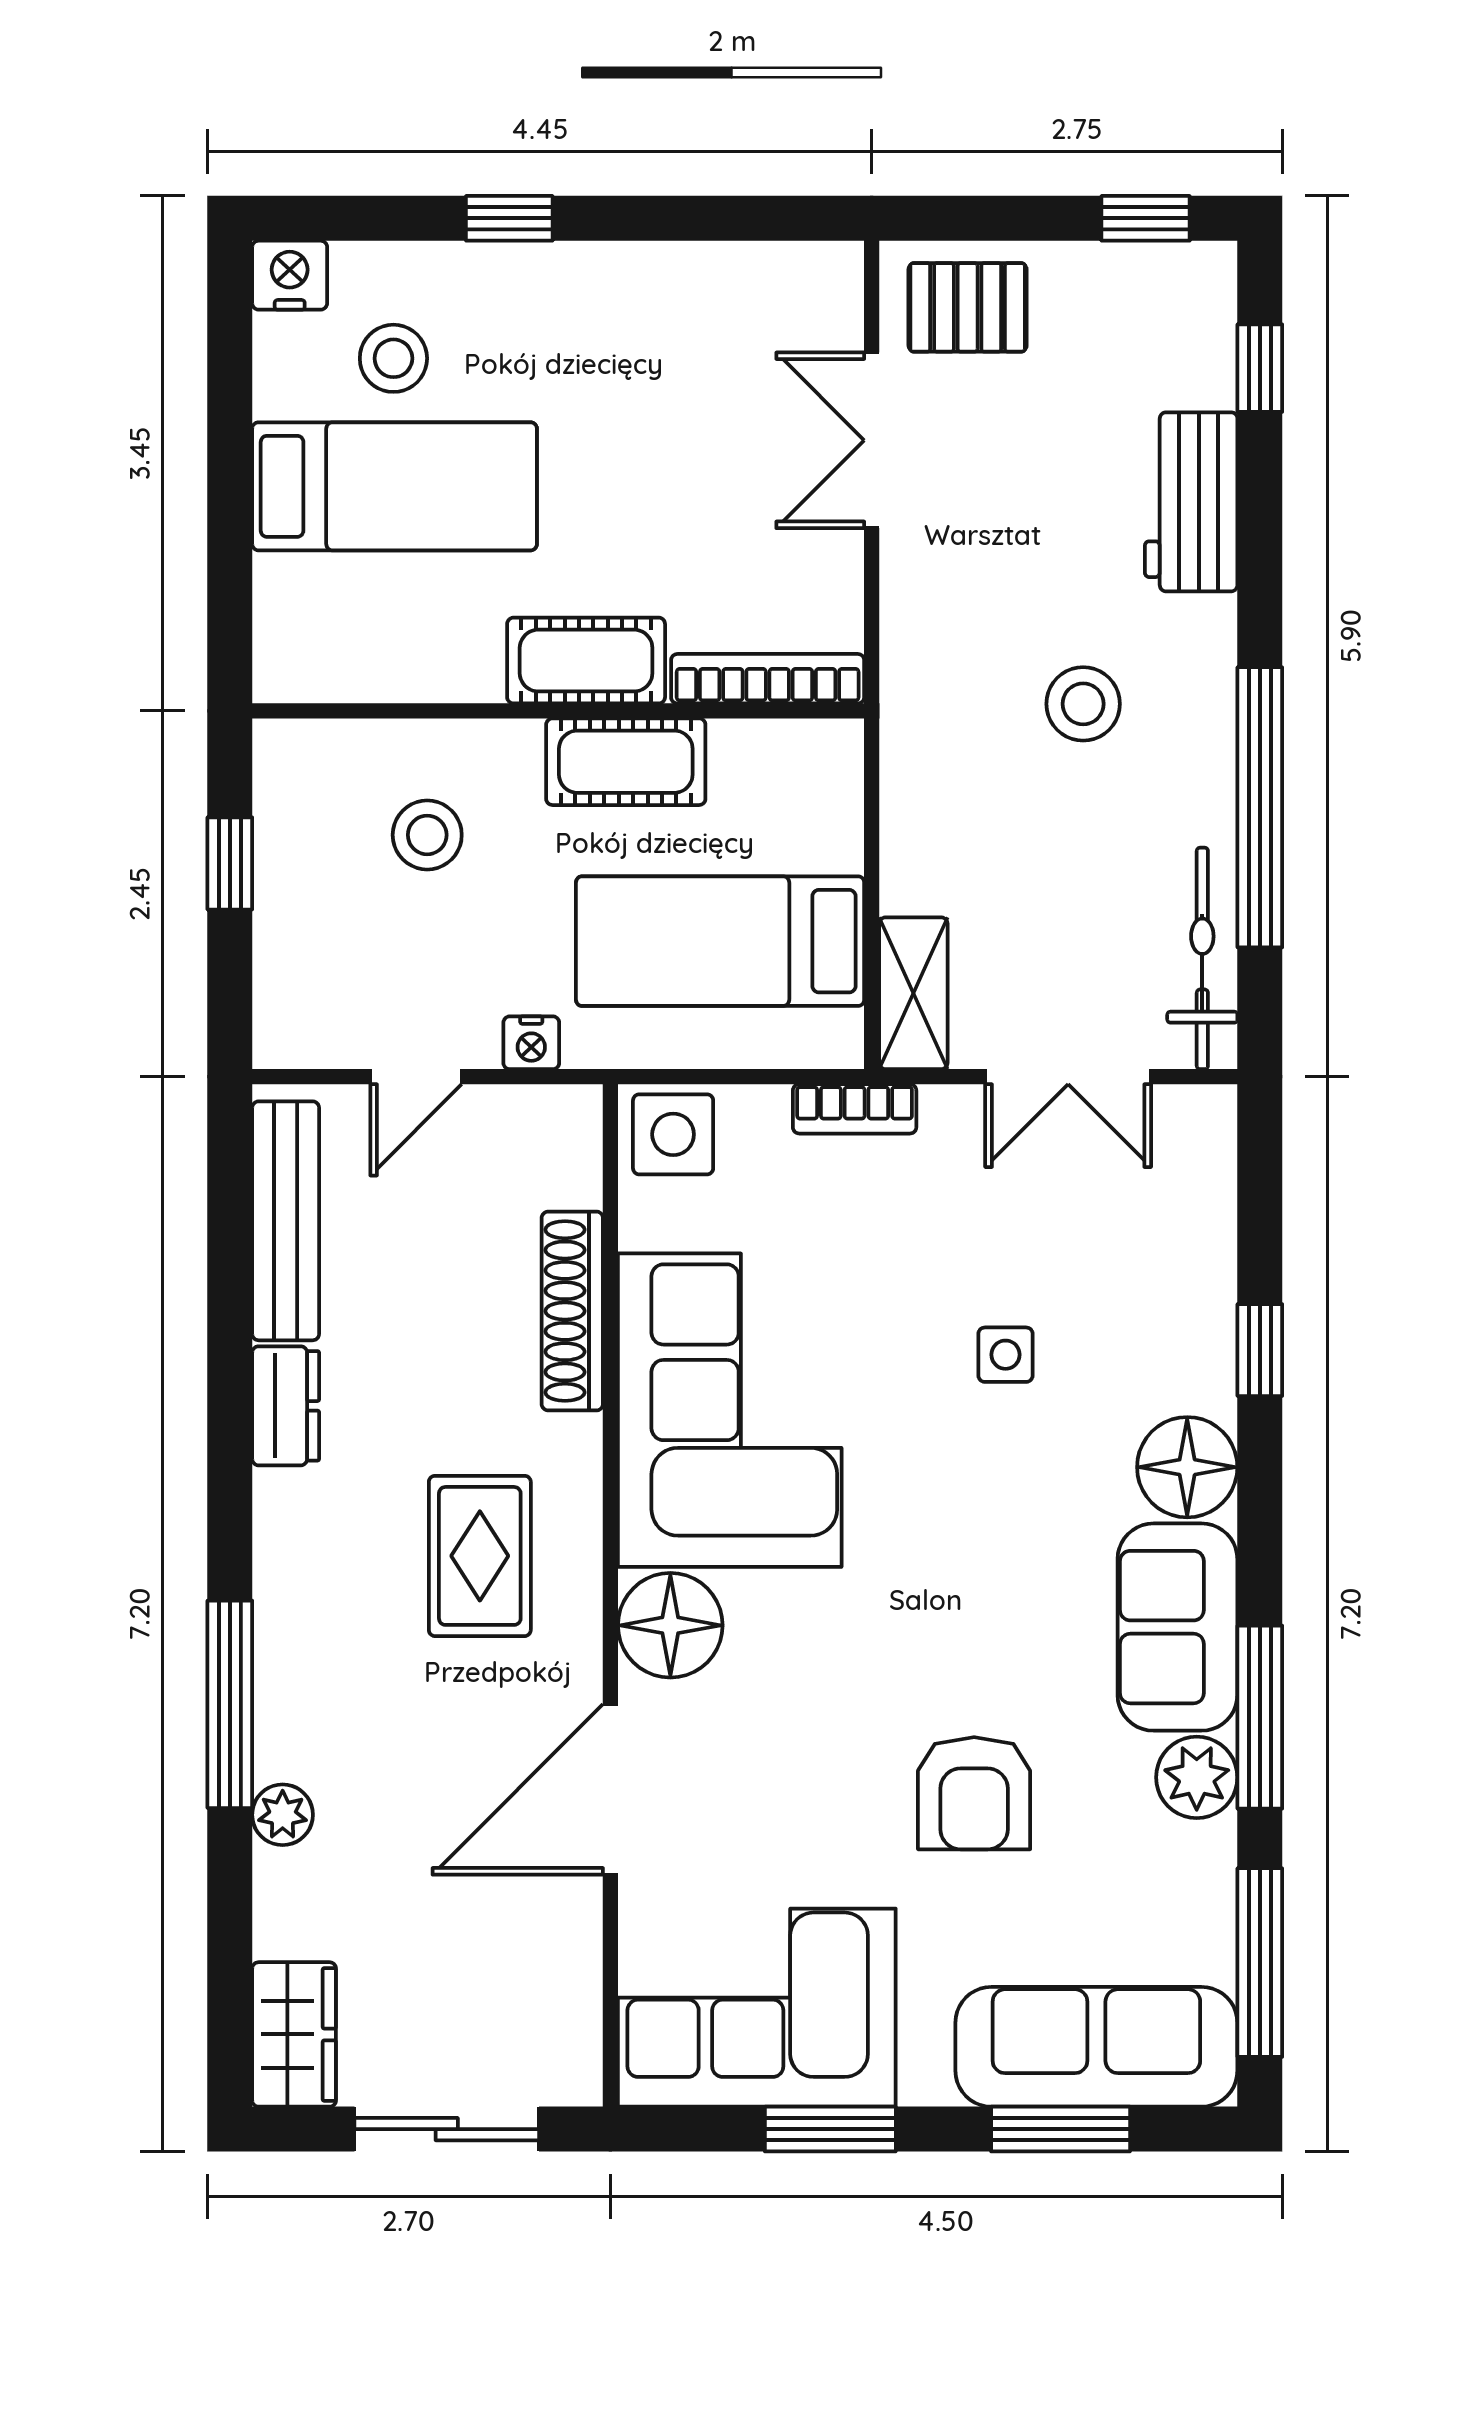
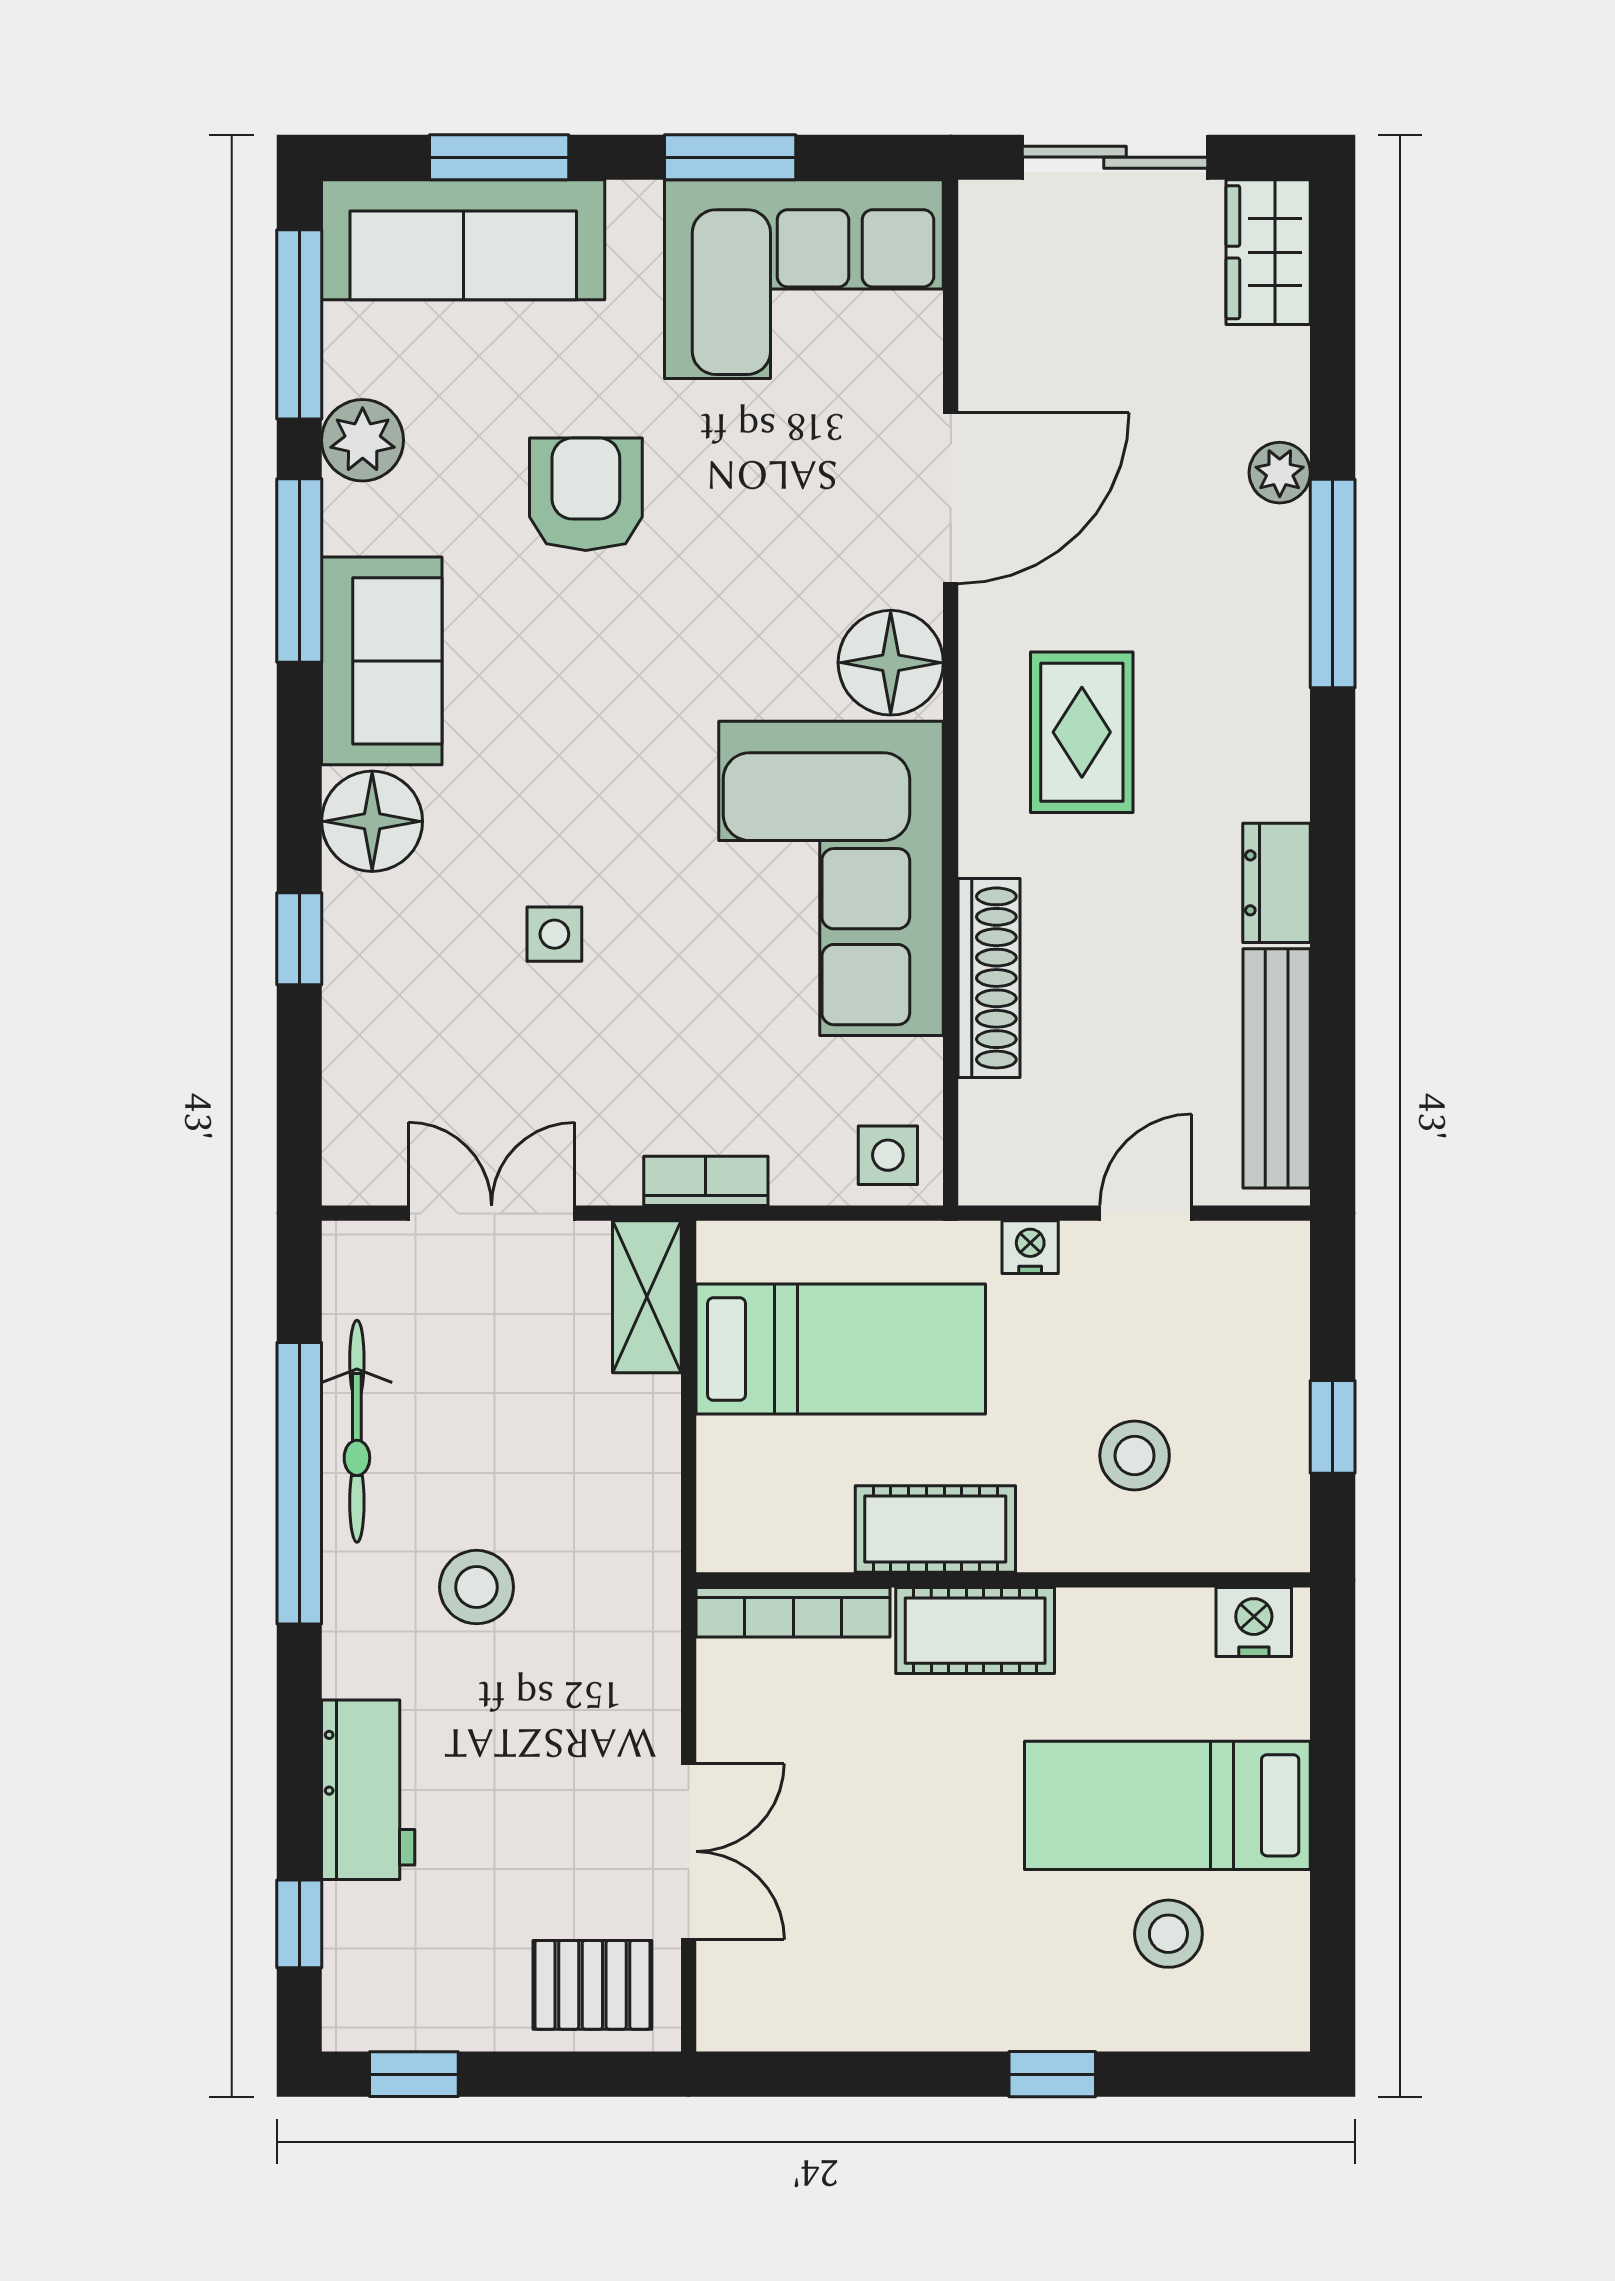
nightstand: (290, 275) -> (1254, 1622), moved, turned 180
bicycle: (1202, 958) -> (357, 1431), moved
side table: (673, 1134) -> (888, 1155), width x0.73, depth x0.73
plant: (1197, 1777) -> (363, 440), moved

